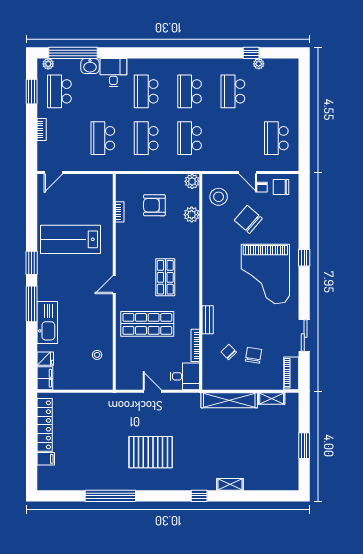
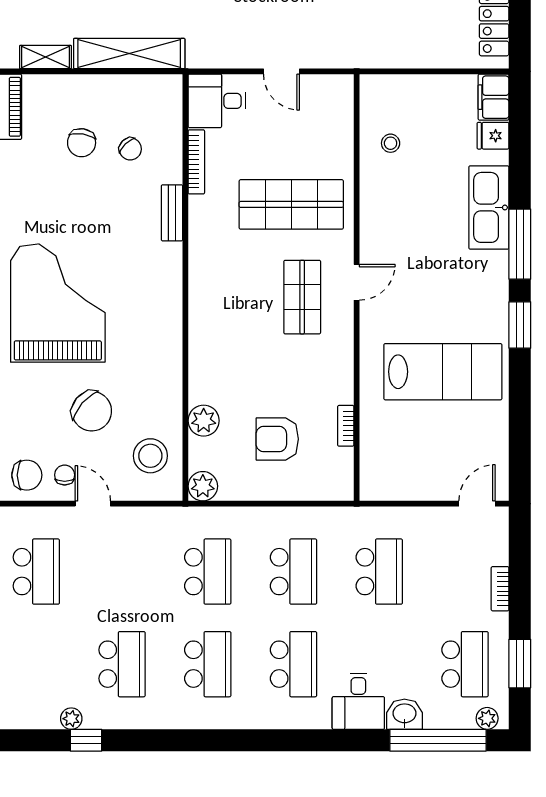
armchair: (154, 205) -> (277, 439), turned 180
shop shelf: (165, 277) -> (302, 297), moved

